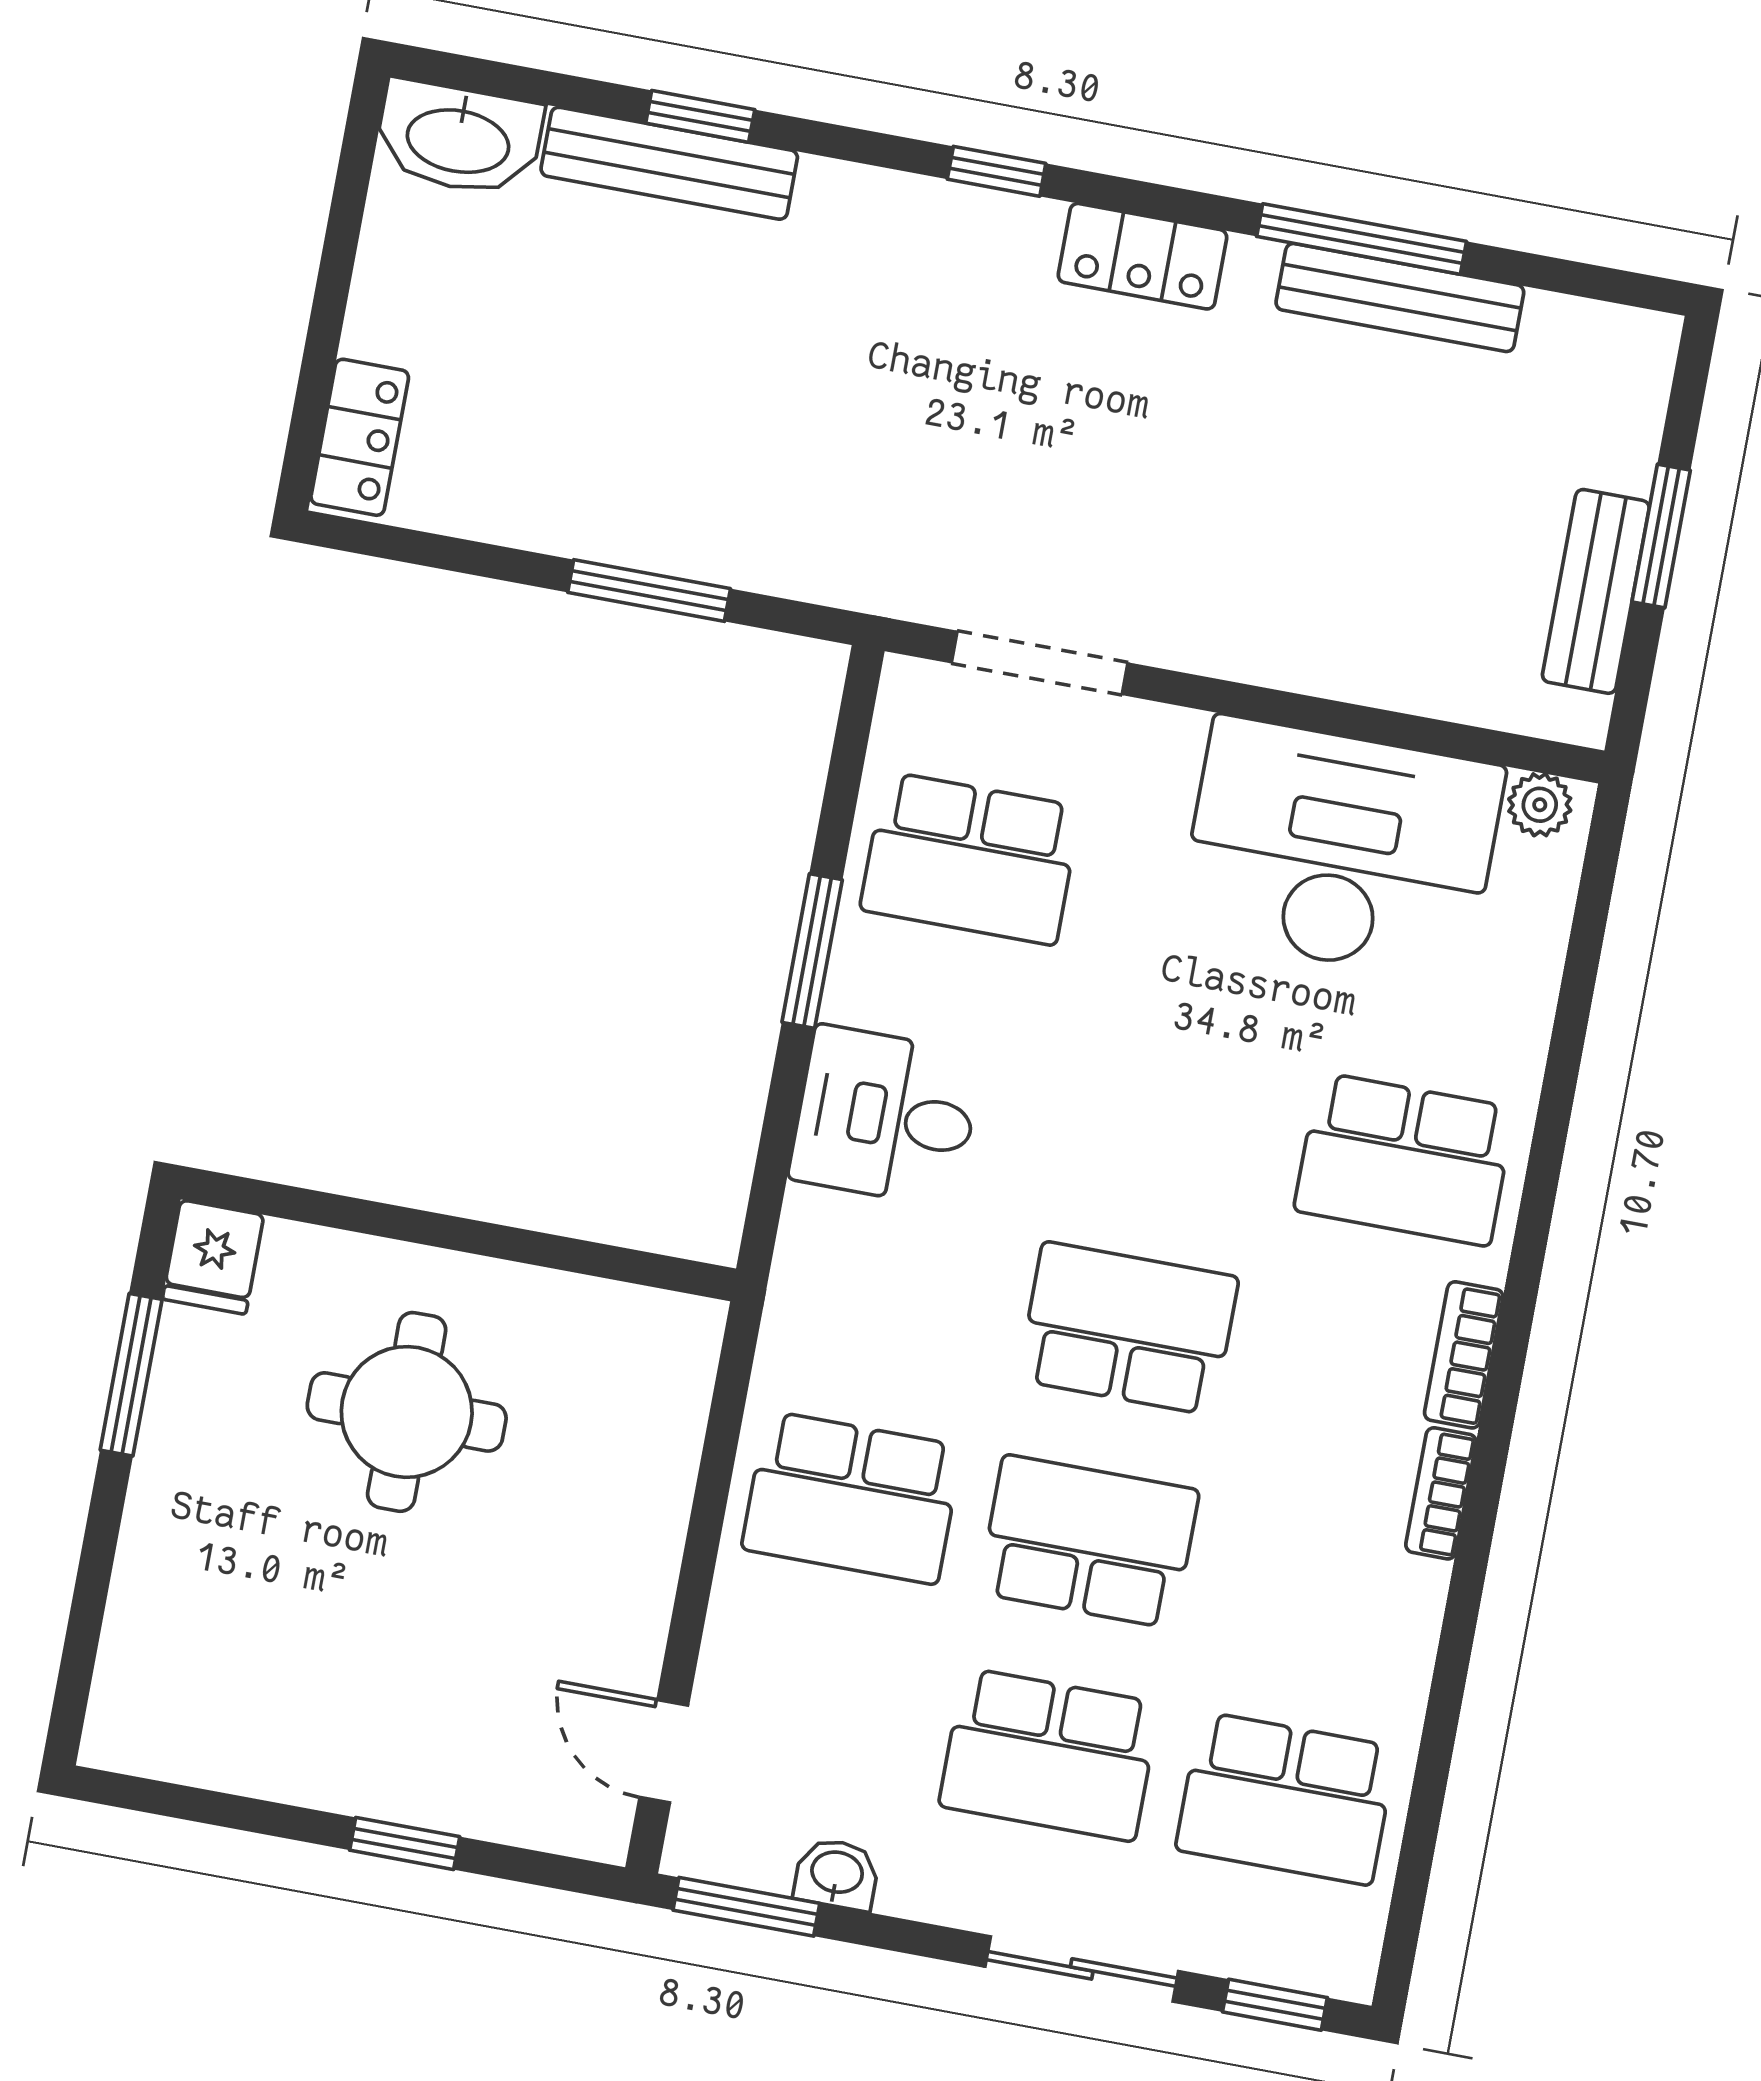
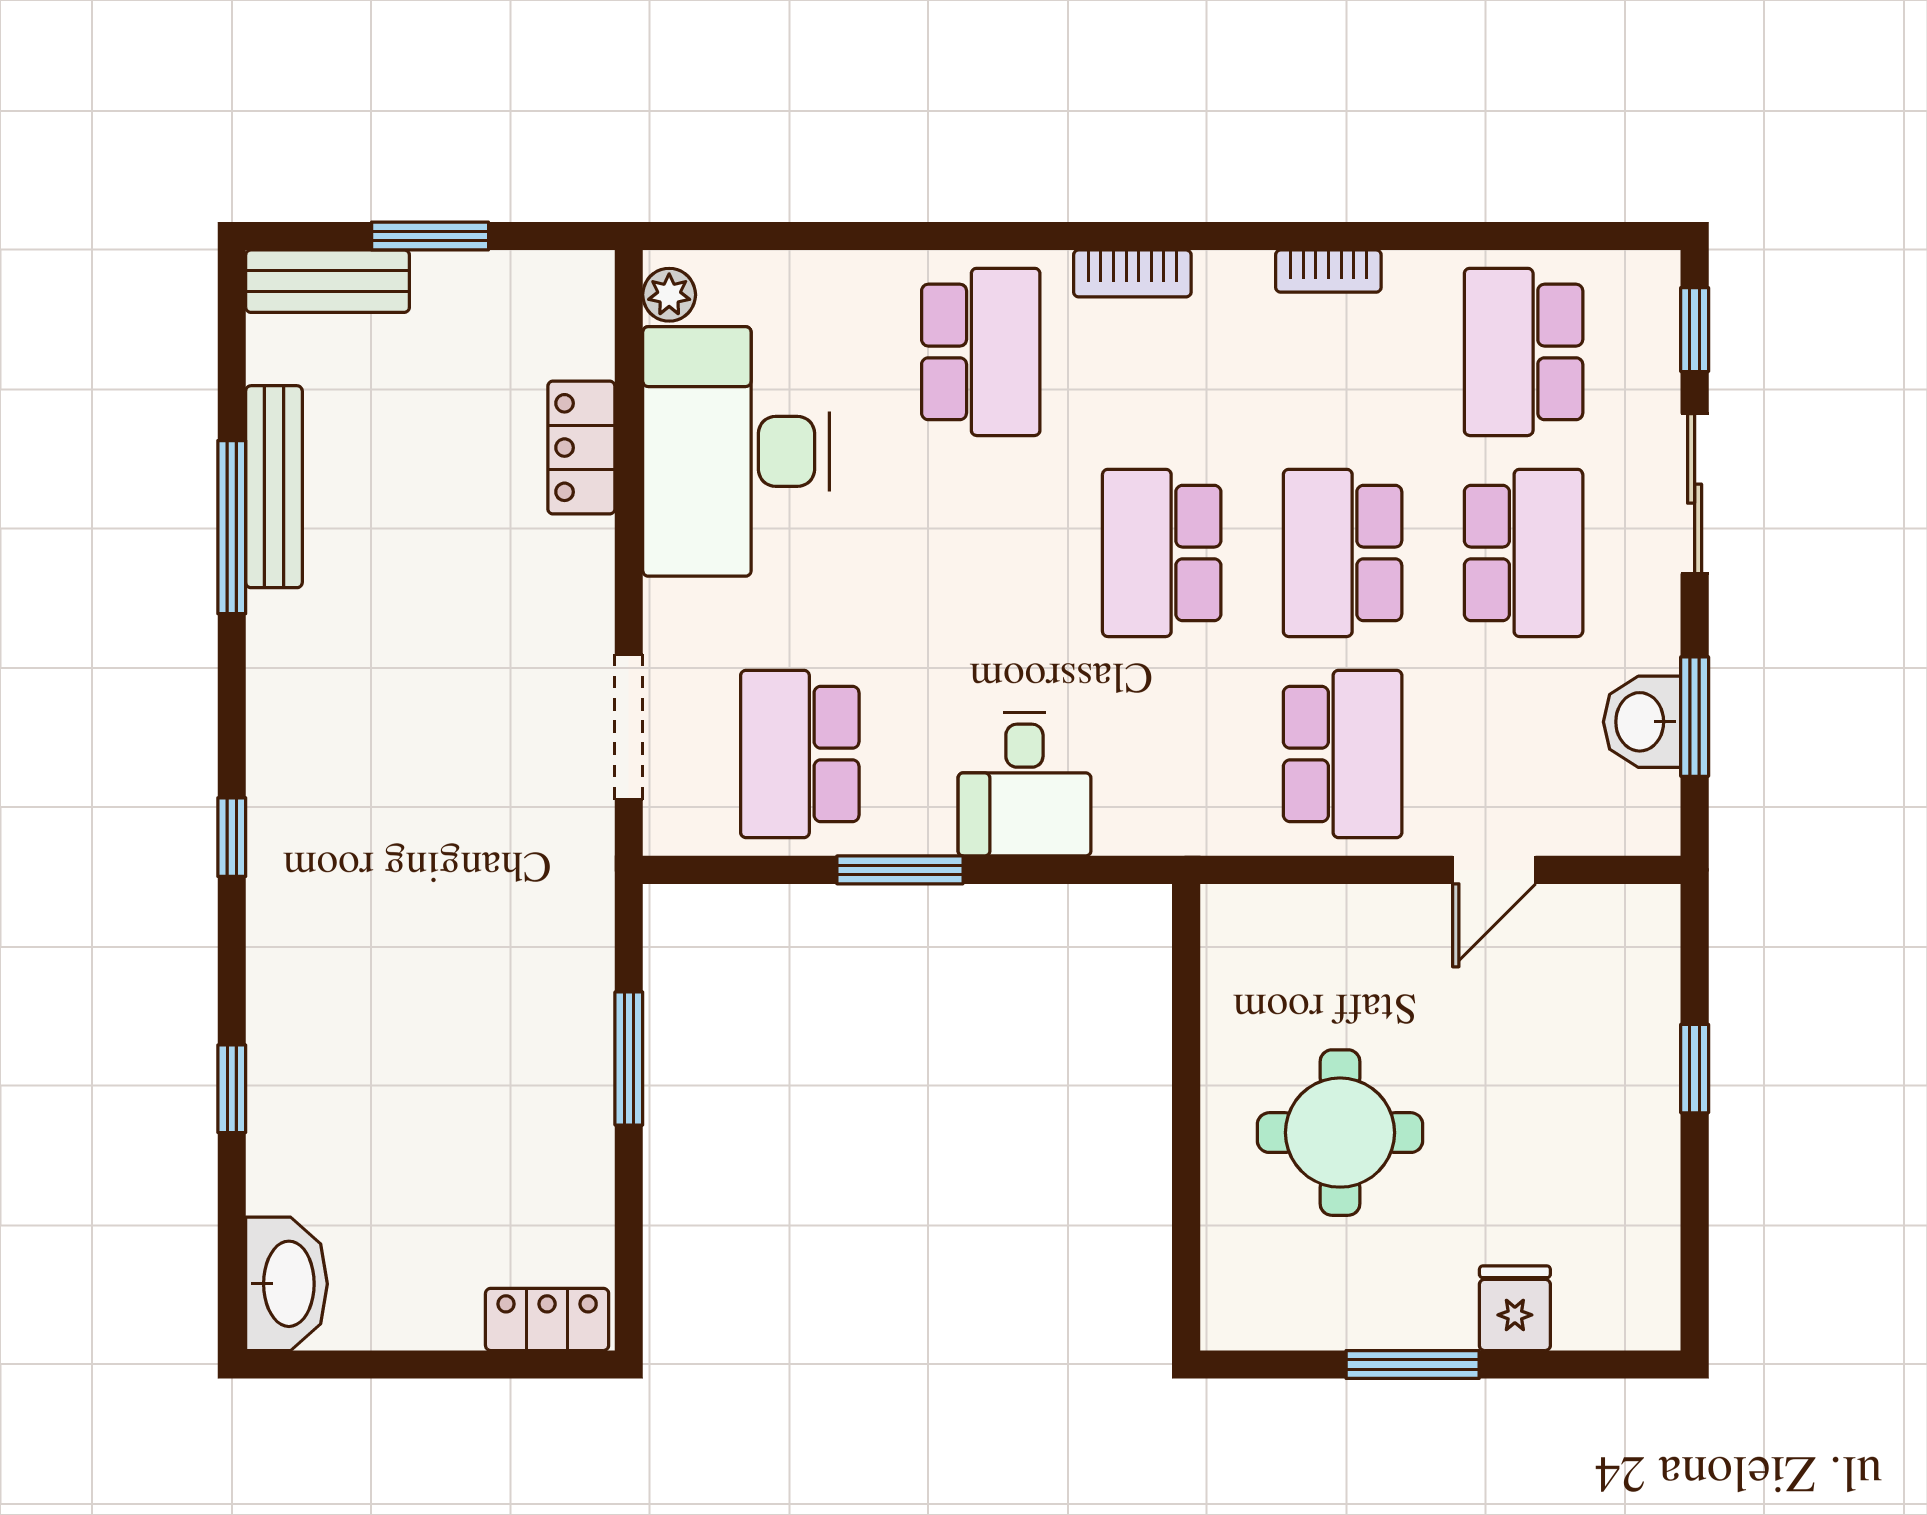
bench: (669, 163) -> (275, 1107), removed
locker: (1142, 256) -> (581, 448), moved, turned 180
bench: (1596, 591) -> (328, 281), moved
school desk: (970, 858) -> (800, 754), turned 180
fridge: (213, 1257) -> (1515, 1308), moved, turned -90
window: (131, 1375) -> (1413, 1364), moved
bookcase: (1441, 1493) -> (1328, 271), moved
door: (664, 1751) -> (1494, 870), moved
school desk: (1286, 1798) -> (1524, 352), turned 180
washbasin: (837, 1874) -> (1642, 722), width x1.38, depth x1.45
window: (746, 1907) -> (1695, 717), moved

